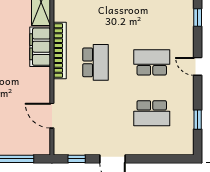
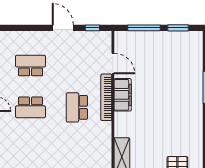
filing cabinet: (40, 47) -> (123, 95), moved
bookcase: (60, 51) -> (106, 97), moved

